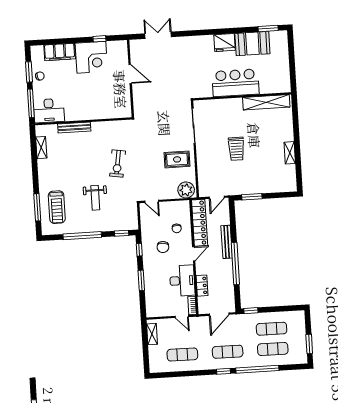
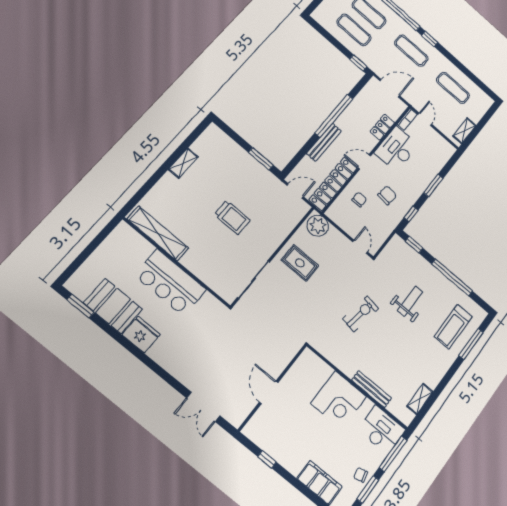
corner desk: (91, 57) -> (339, 400), moved, turned 180
trolley: (236, 149) -> (232, 218), turned 90
treadmill: (57, 207) -> (453, 327), turned 180

